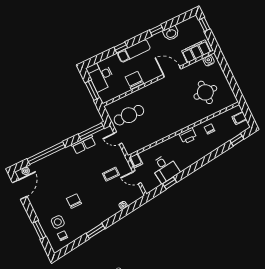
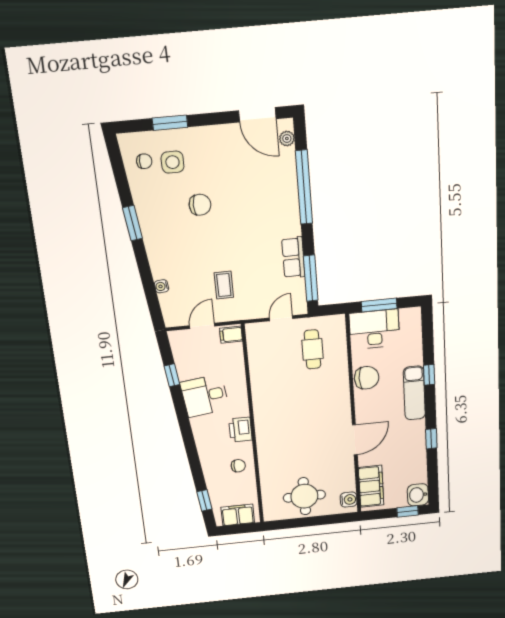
washbasin: (171, 33) -> (418, 495), moved
desk: (101, 76) -> (374, 329), moved
round table: (205, 92) -> (304, 496), moved
cafe table: (129, 115) -> (313, 349), width x0.73, depth x0.74
filing cabinet: (239, 118) -> (238, 515), width x2.00
desk: (165, 168) -> (205, 396), moved

